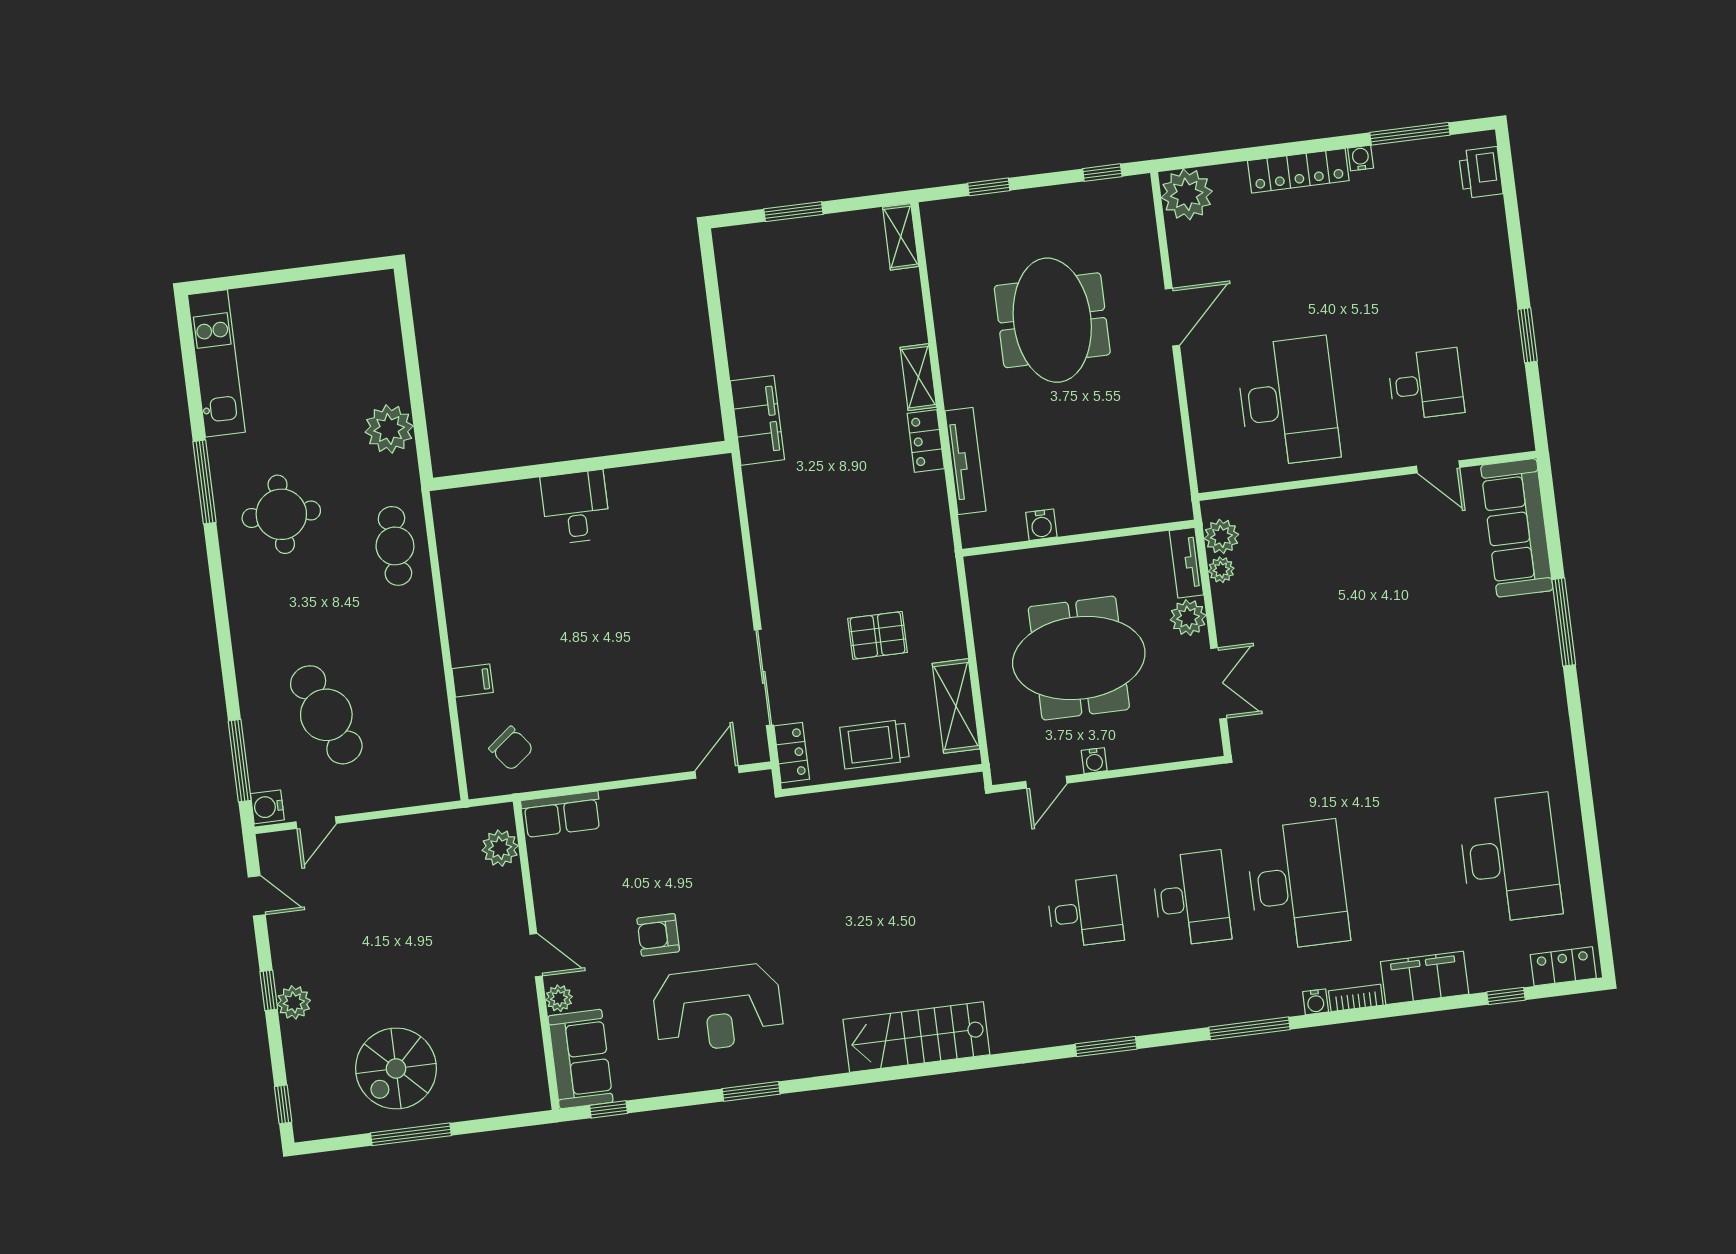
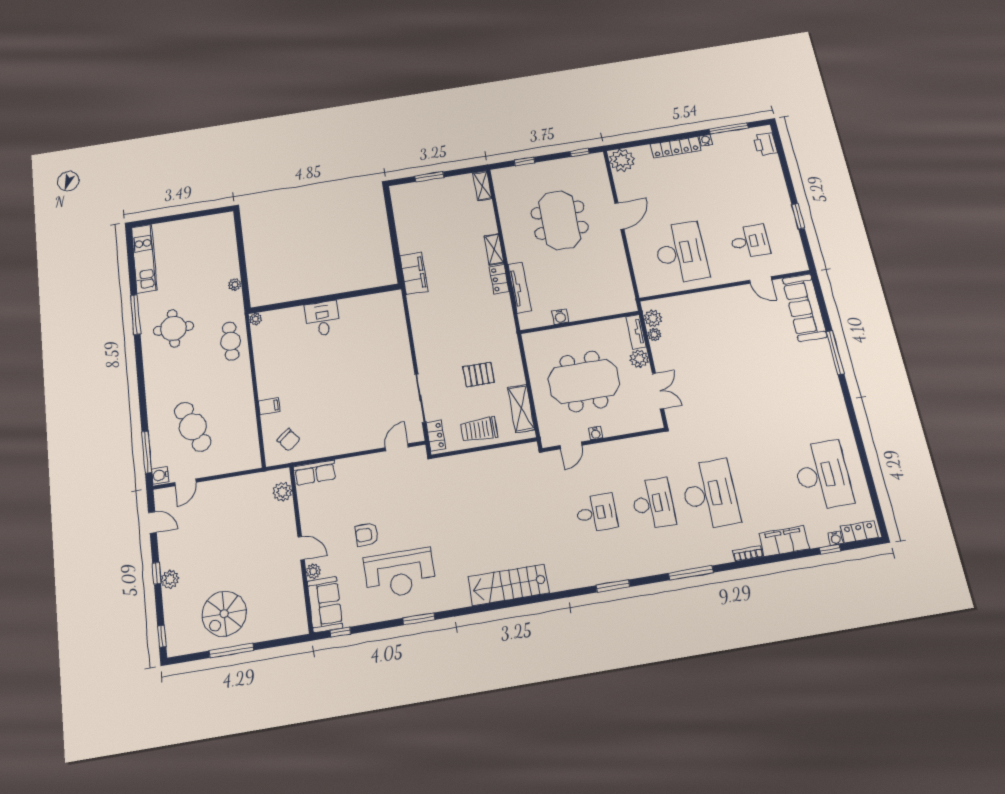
plant: (389, 429) -> (235, 285), width x0.53, depth x0.53
plant: (443, 502) -> (256, 319), added
water cooler: (1316, 1002) -> (836, 538), moved

